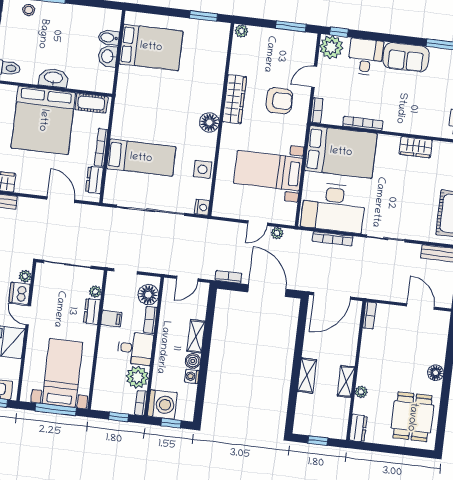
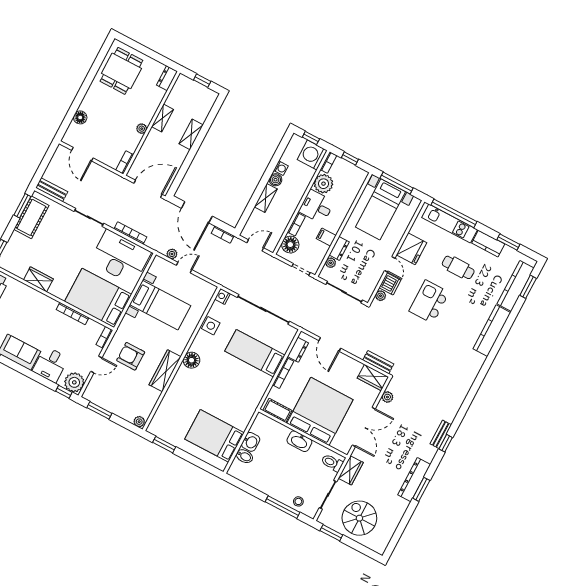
floor lamp: (436, 373) -> (80, 117), moved
plant: (361, 392) -> (142, 129), moved

